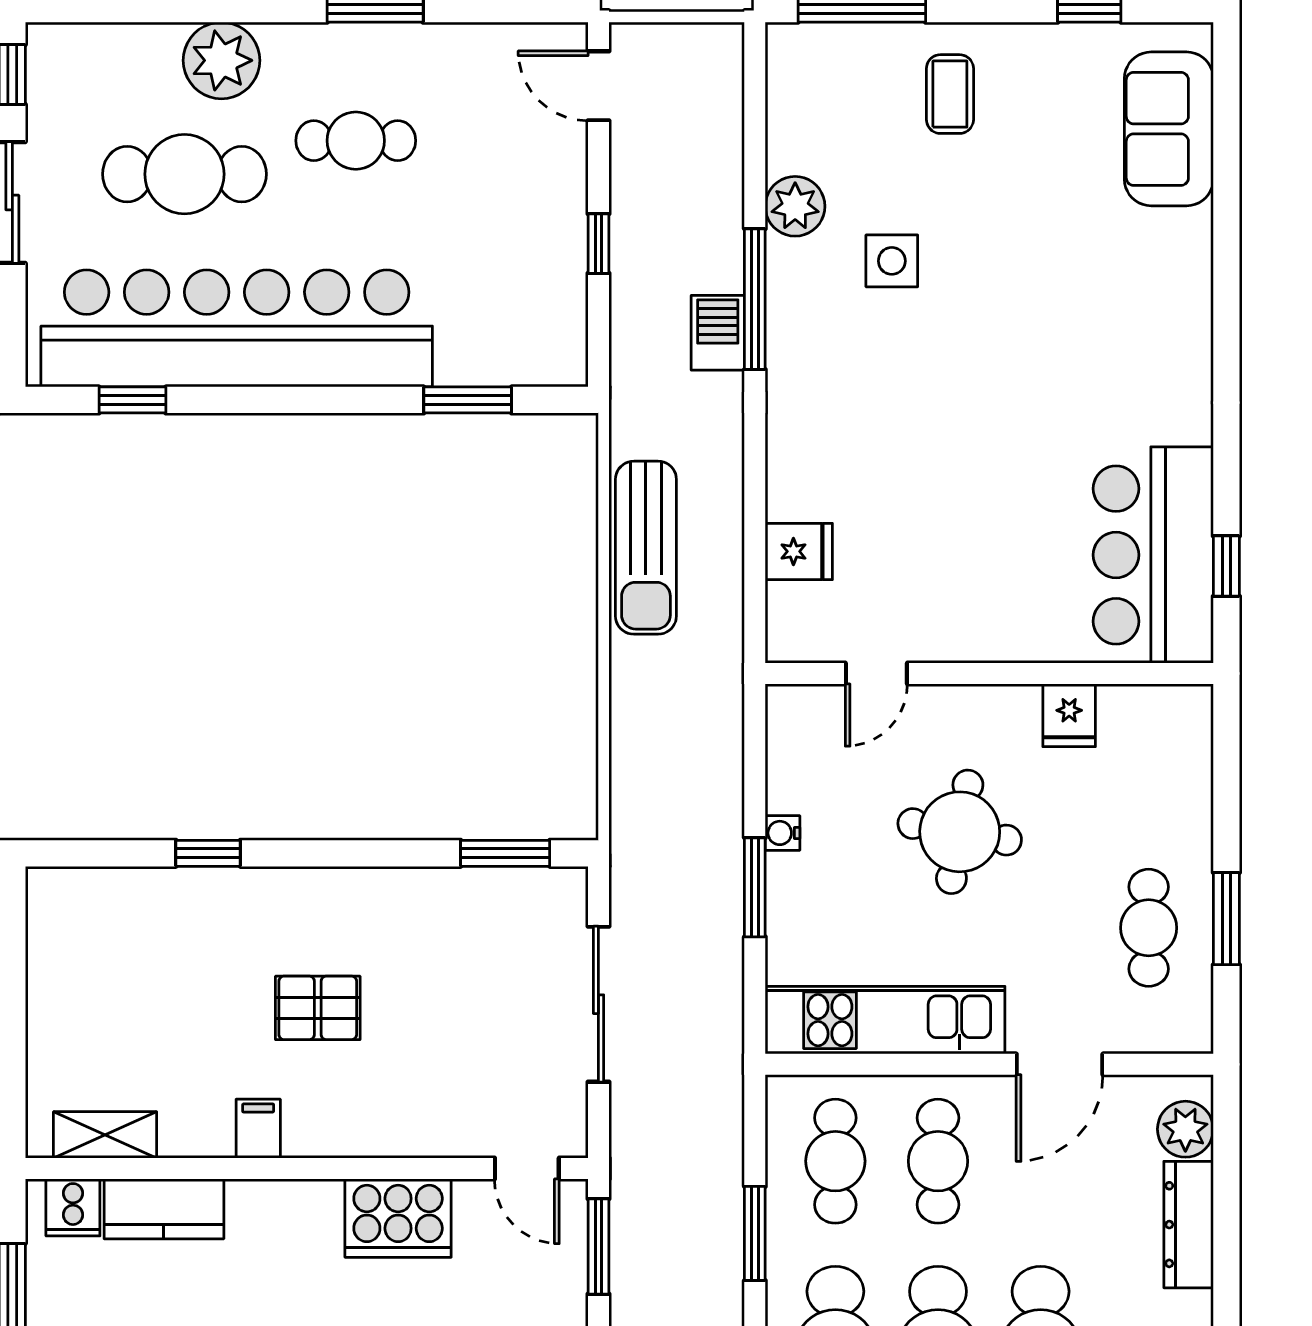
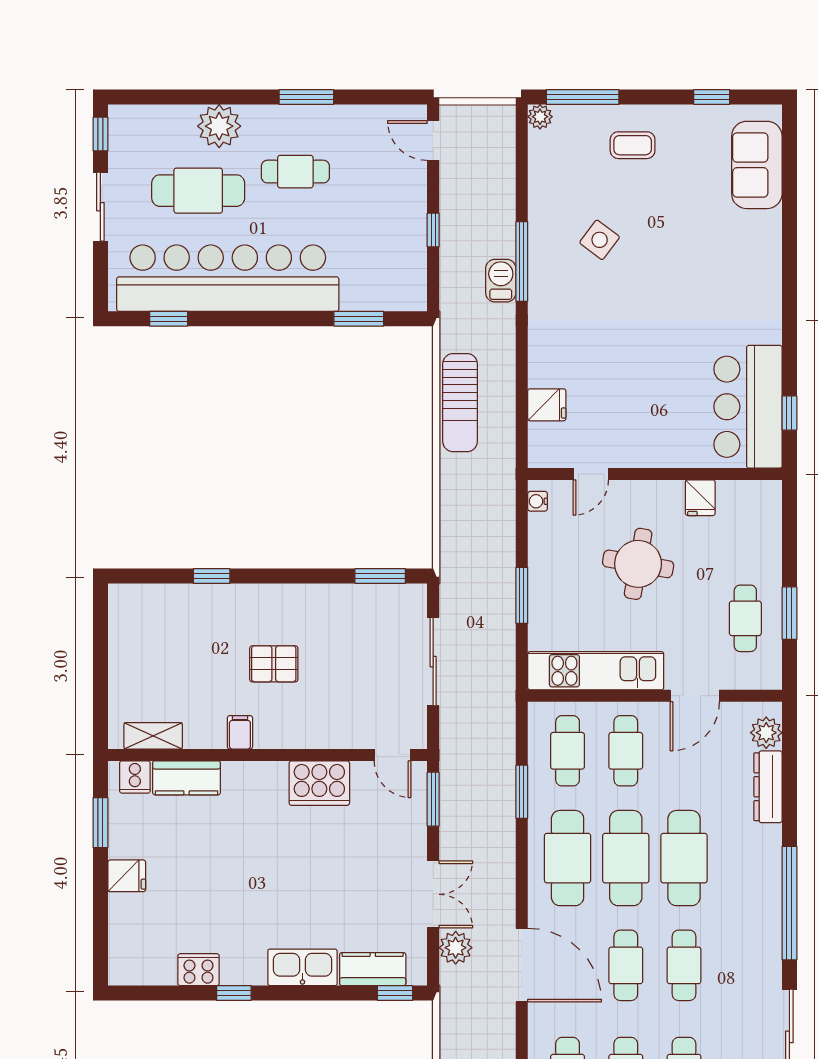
coffee table: (950, 94) -> (633, 145), turned 90
plant: (795, 206) -> (540, 117), moved, width x0.73, depth x0.73
side table: (892, 261) -> (600, 240), turned 37
water cooler: (783, 833) -> (538, 501), moved

